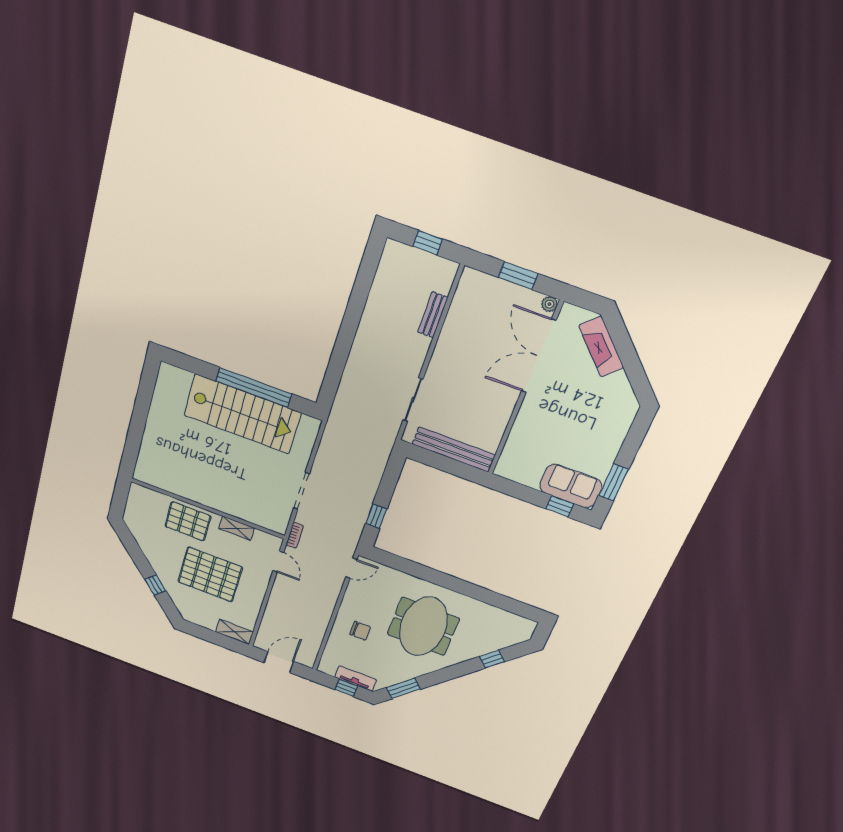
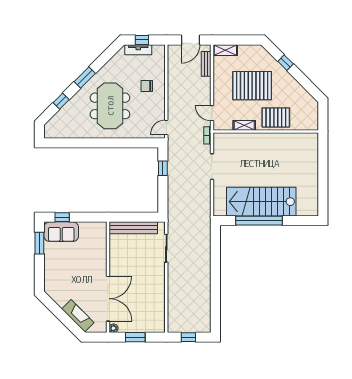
bench: (433, 315) -> (206, 64), moved
window: (403, 688) -> (85, 78), moved

